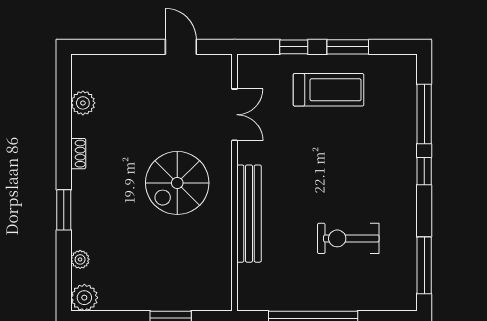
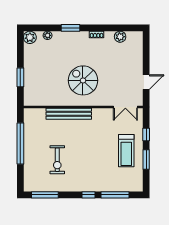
double door: (235, 115) -> (125, 107), moved
exercise bike: (348, 238) -> (57, 160), turned 180

